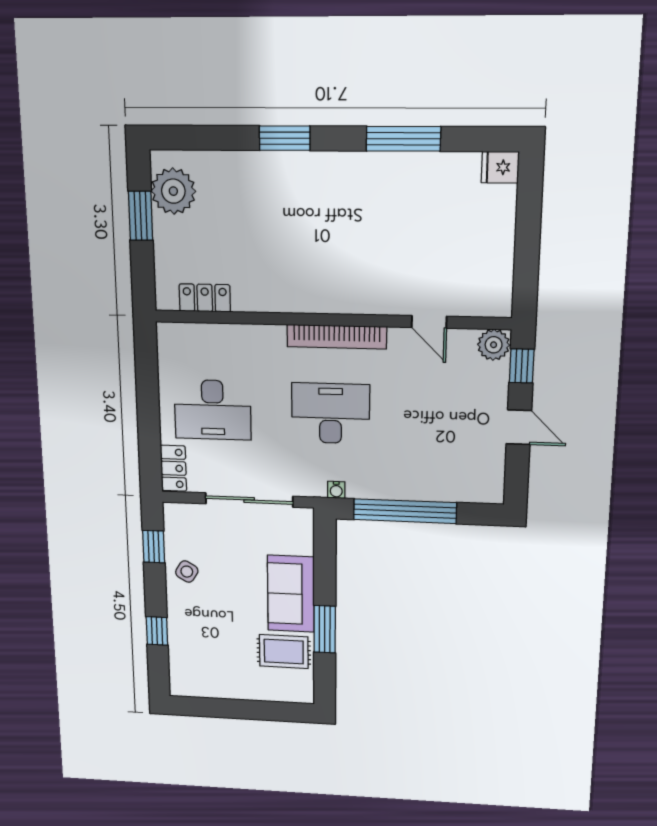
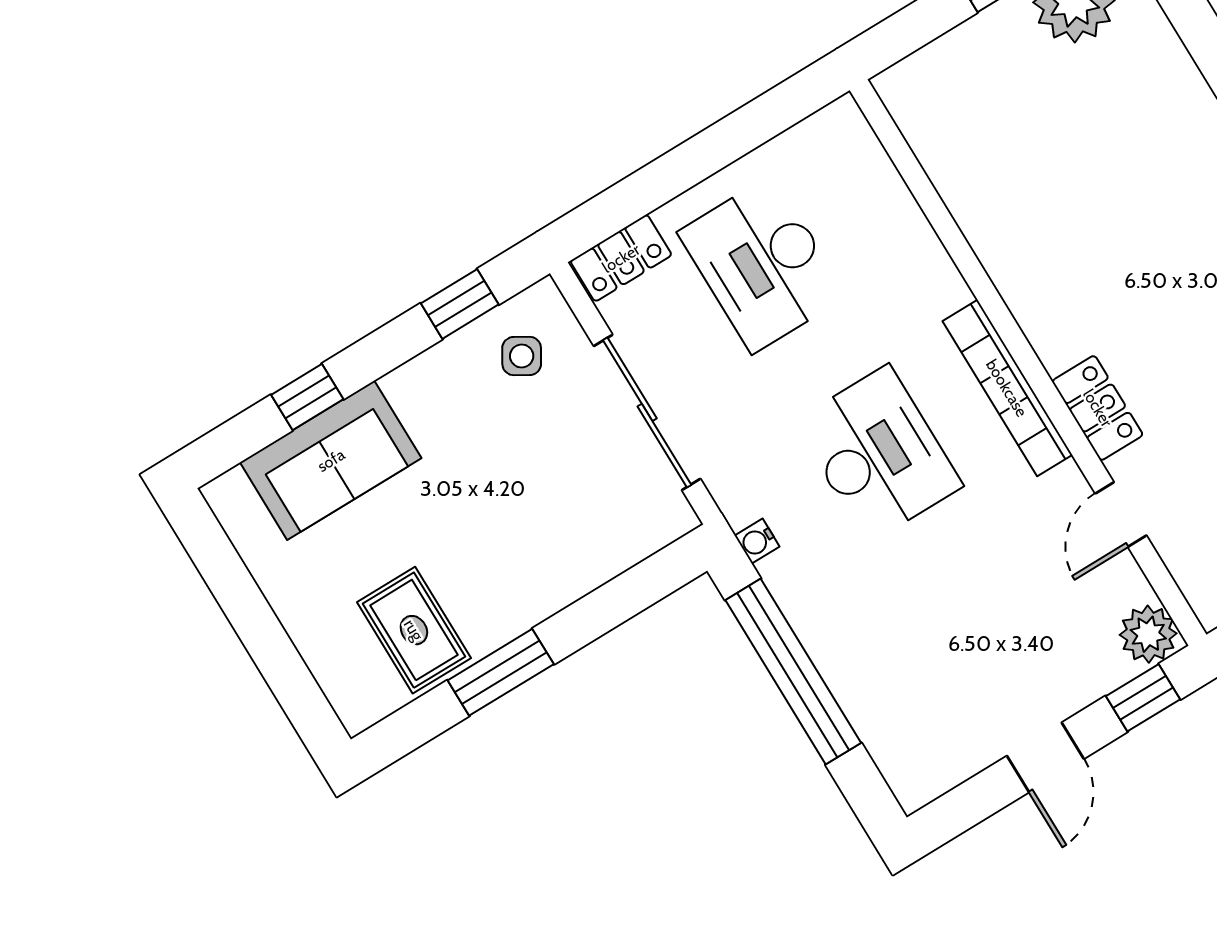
locker: (205, 298) -> (1098, 408), moved
side table: (187, 572) -> (522, 356), moved
sofa: (291, 594) -> (331, 460), moved, turned 180

